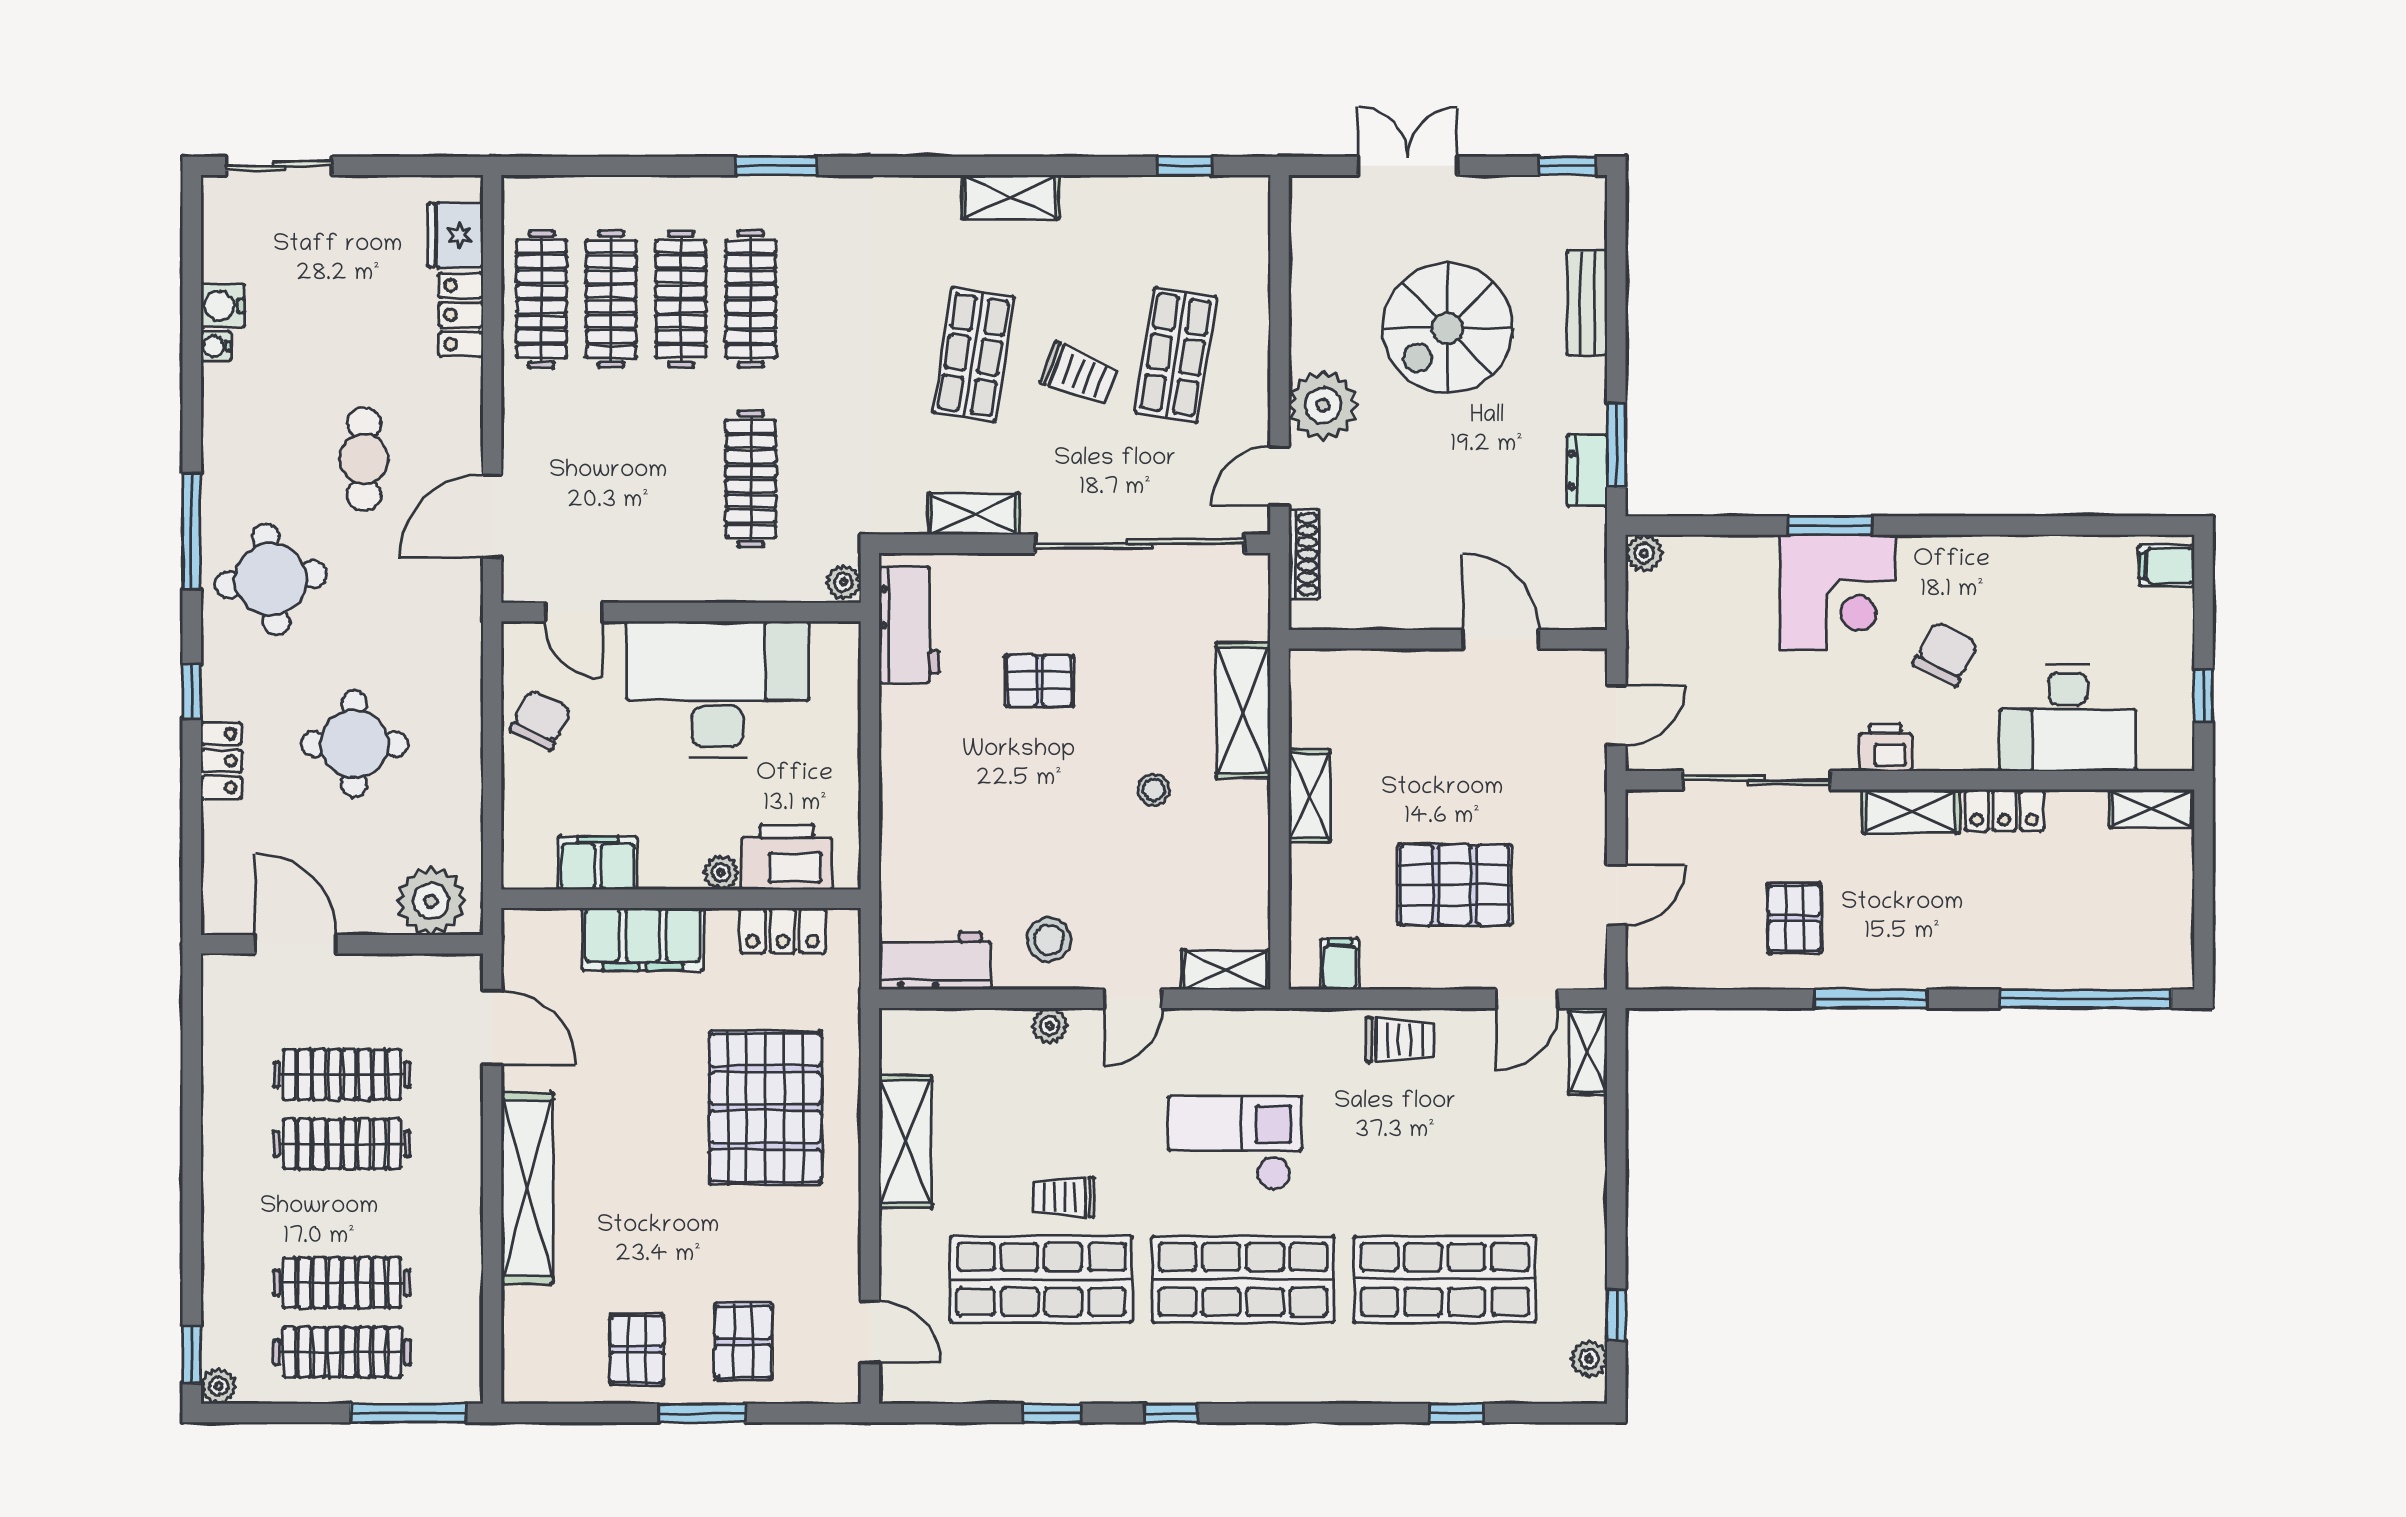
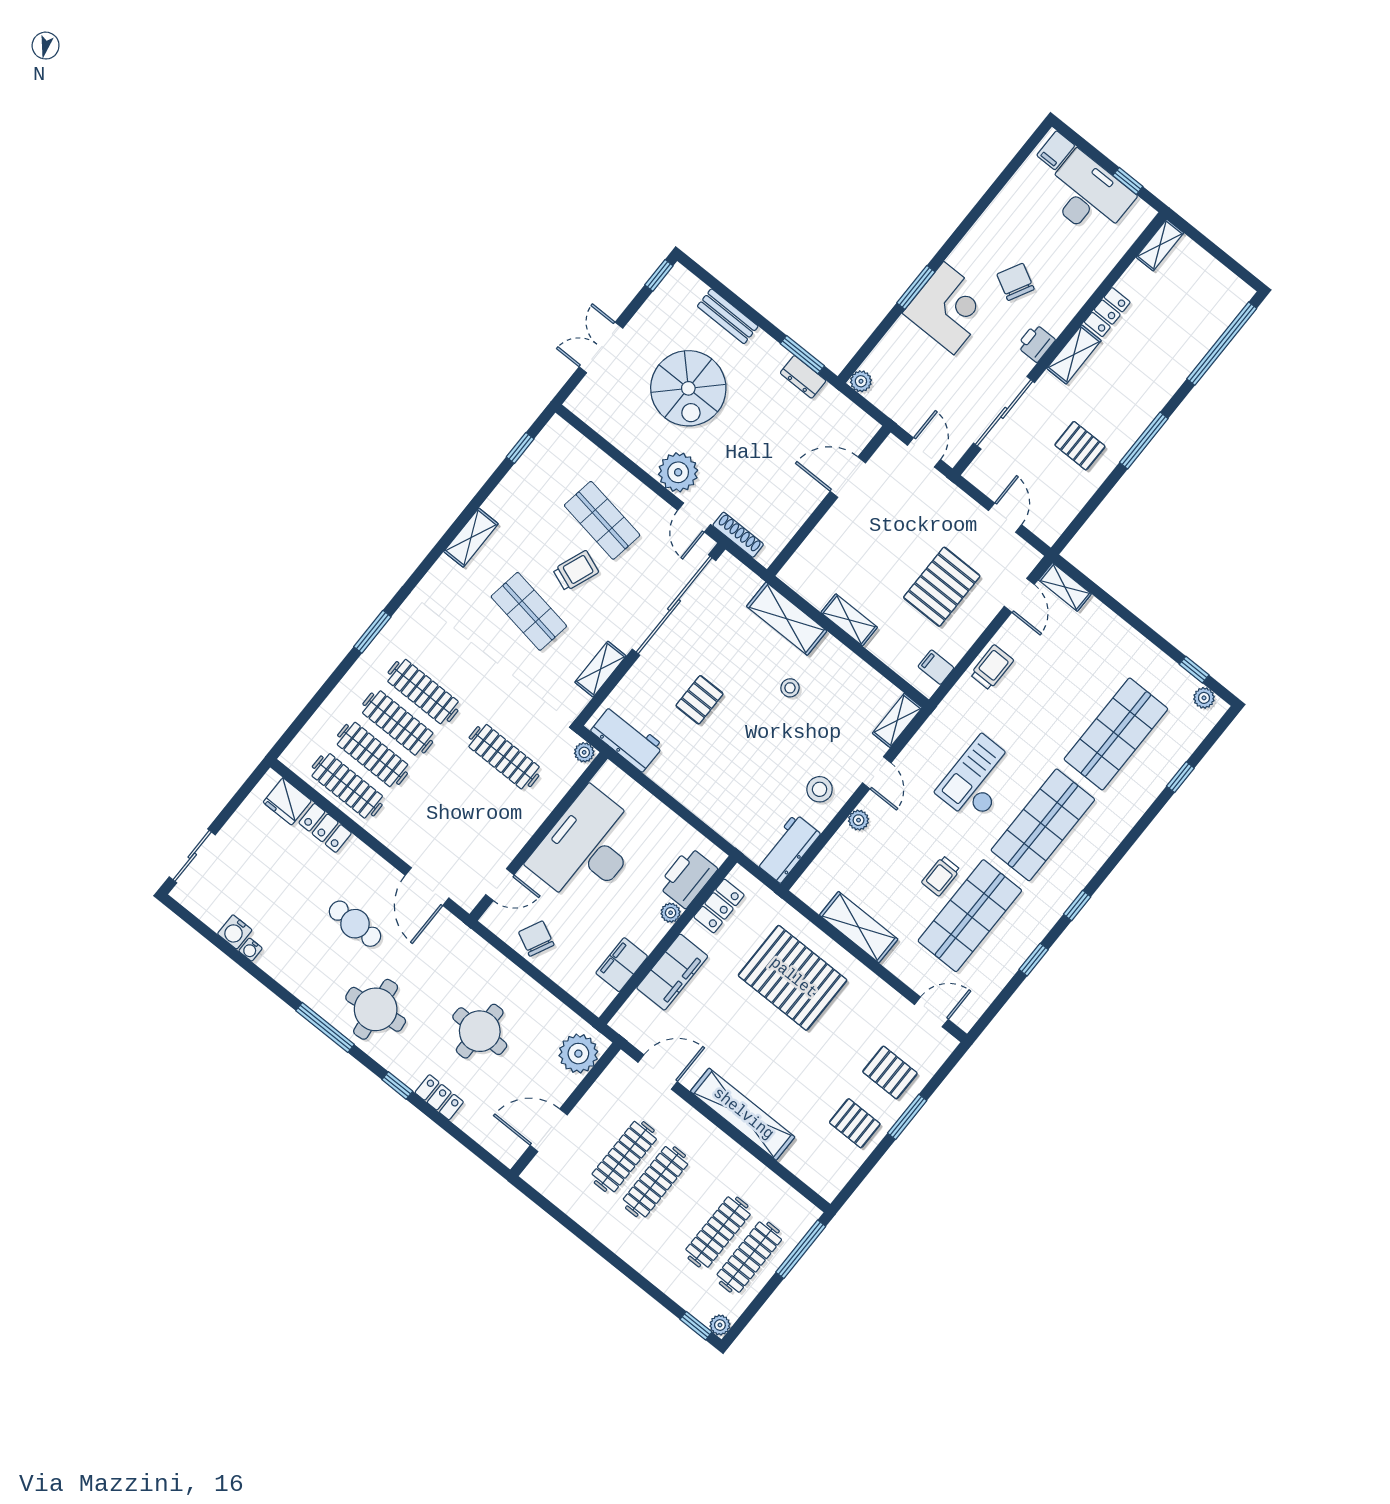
desk: (2068, 718) -> (1088, 195), moved, turned -90

